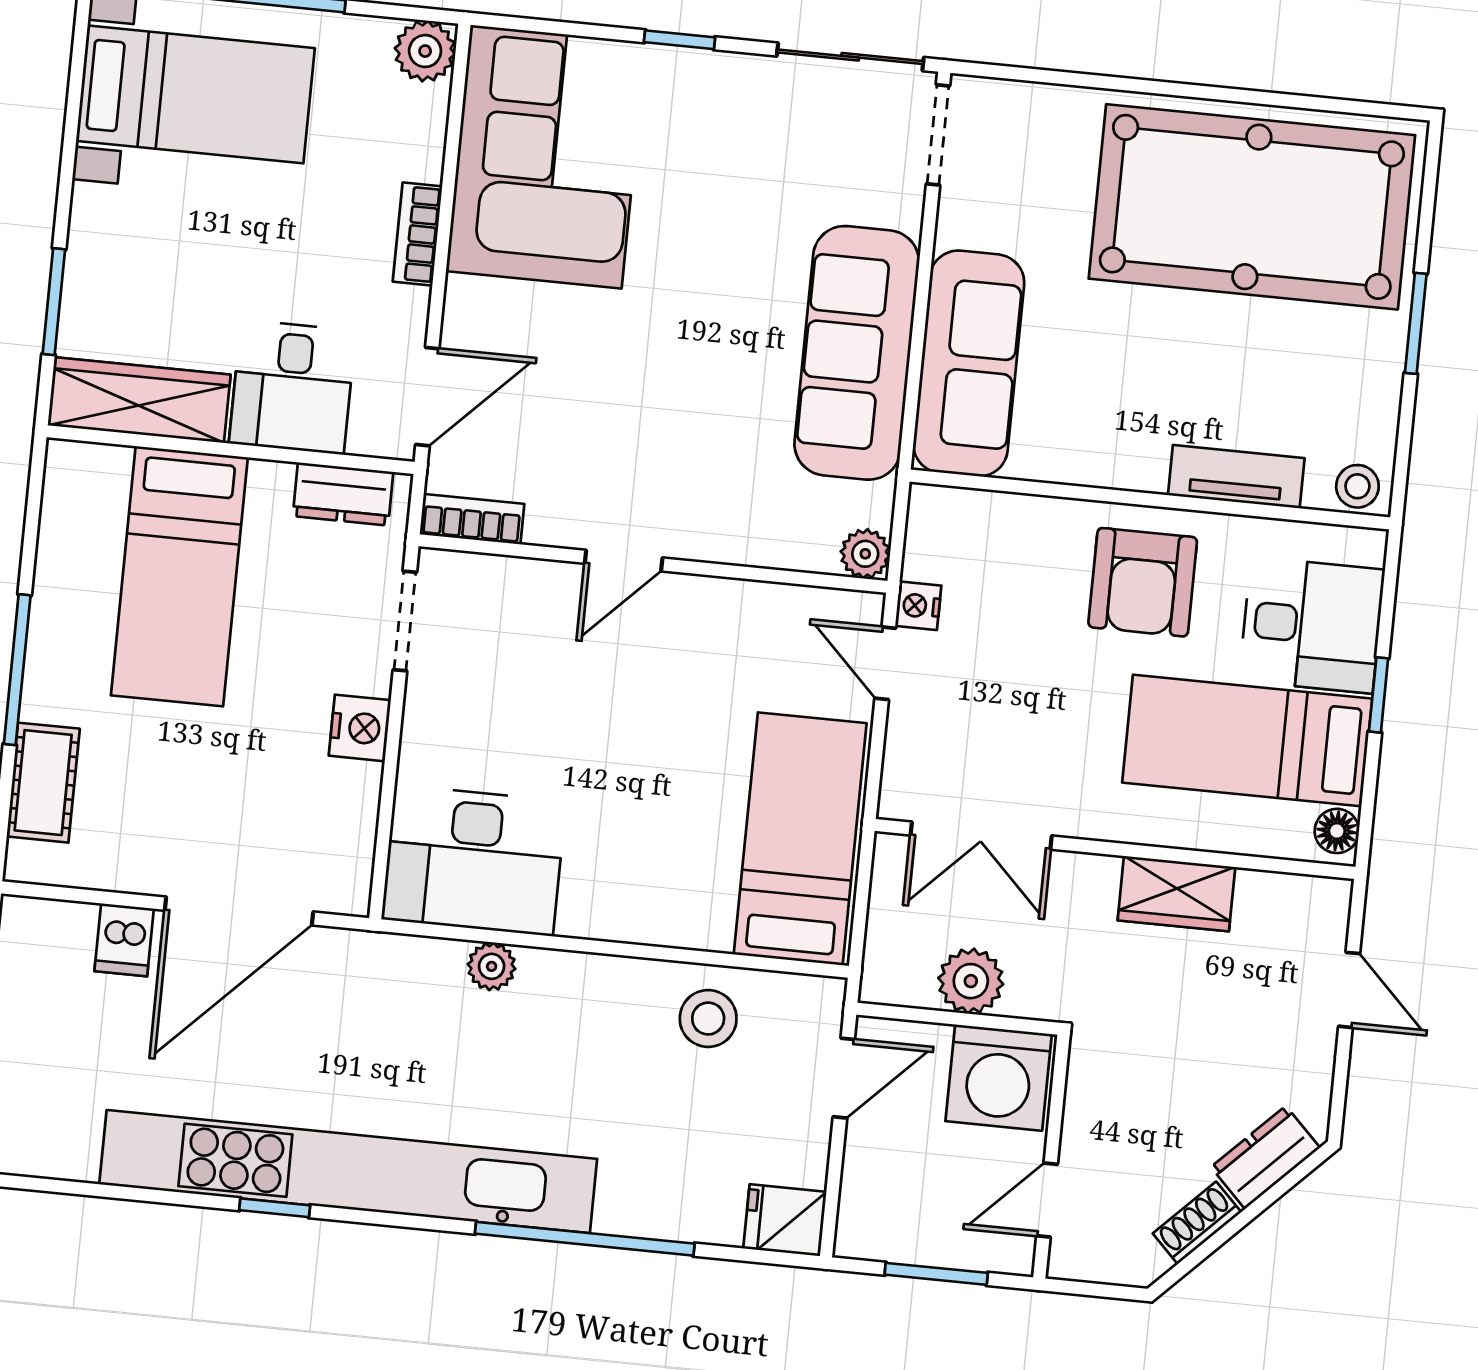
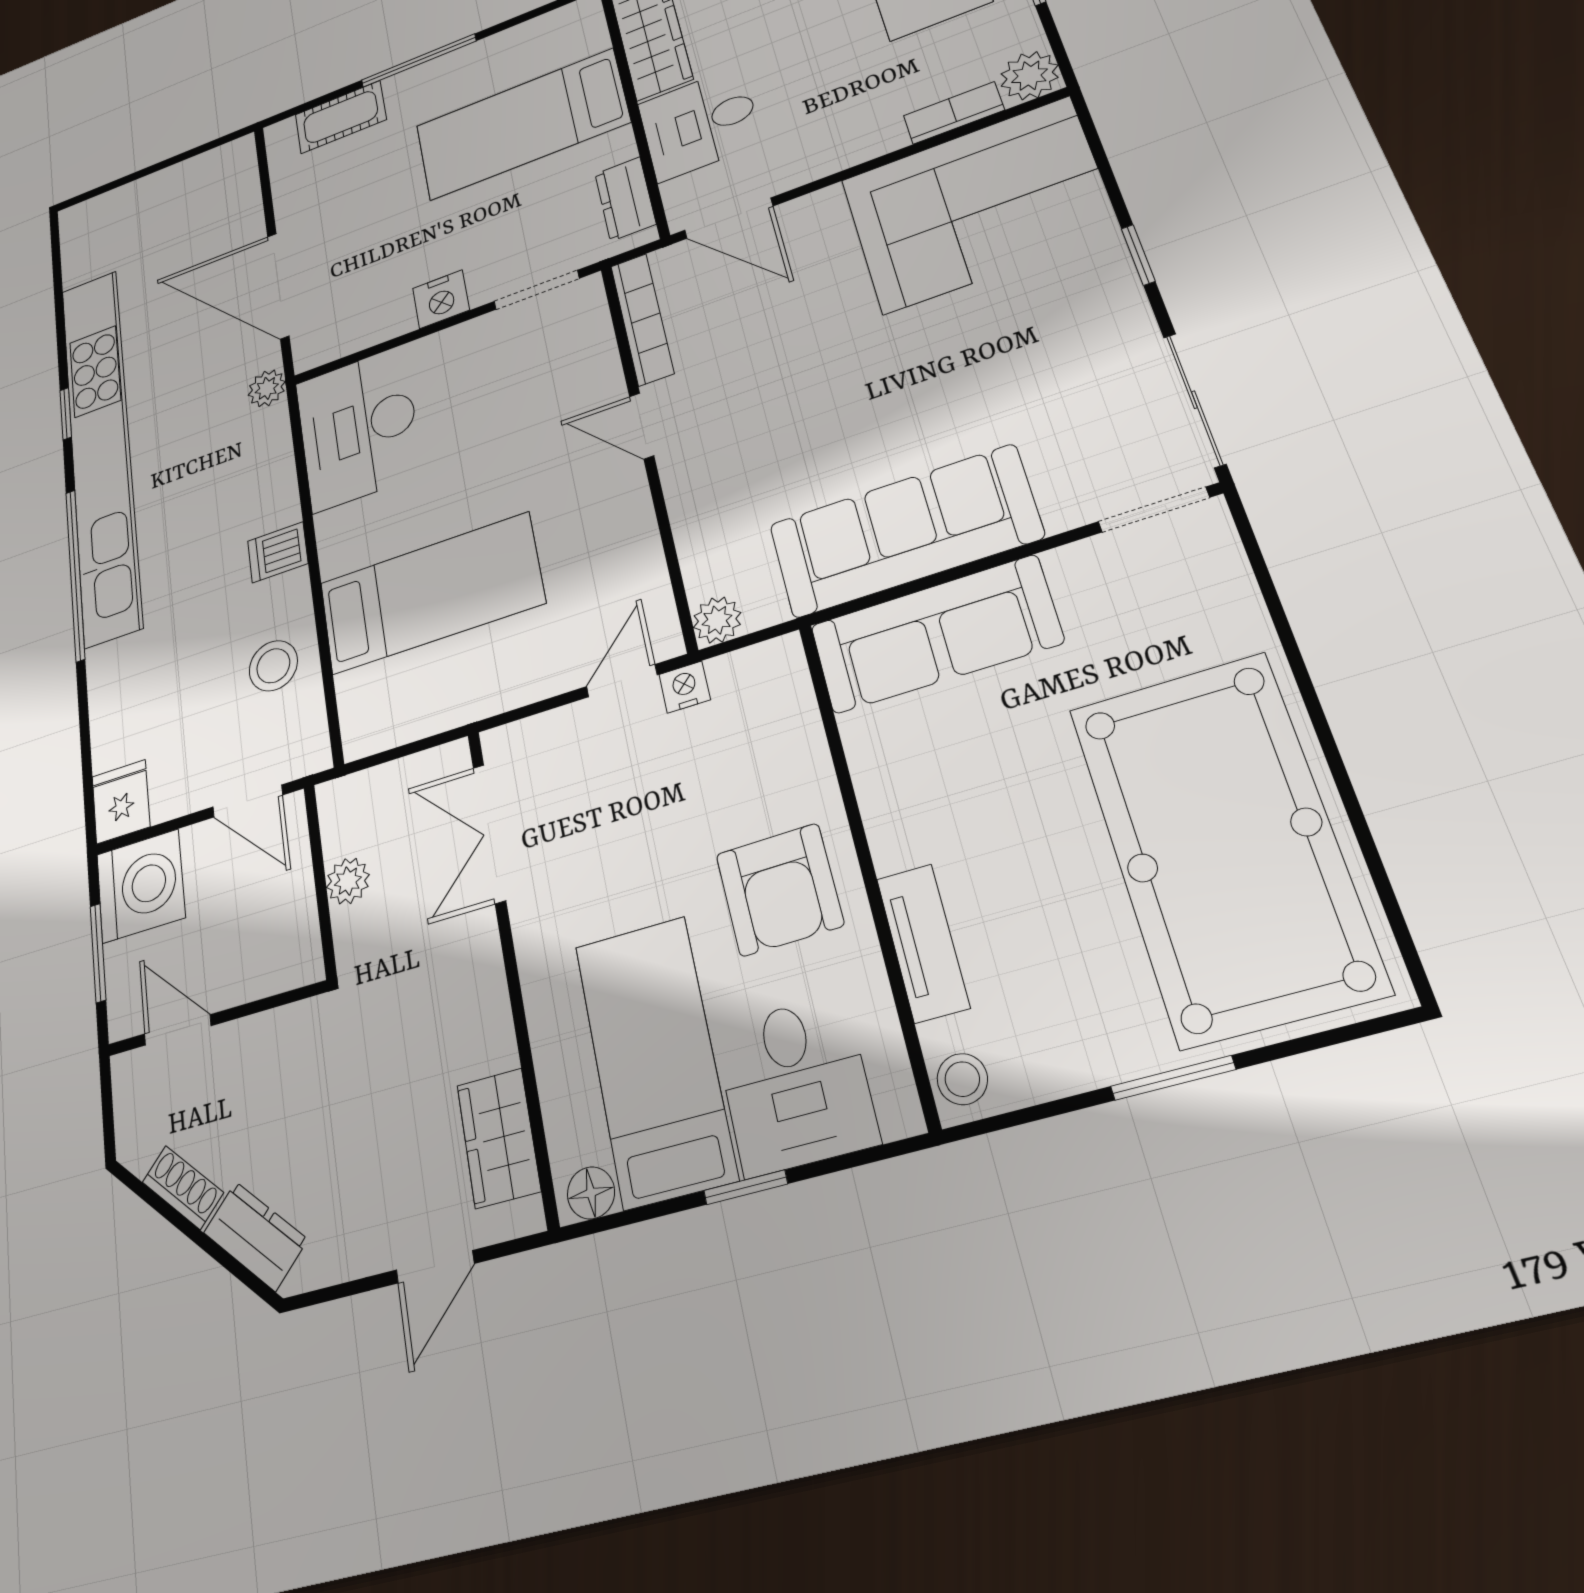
bookcase: (417, 234) -> (954, 113), moved
bookcase: (472, 519) -> (642, 319), width x1.56
armchair: (1143, 582) -> (779, 890), turned -91
bed: (800, 839) -> (431, 593), moved
wardrobe: (1176, 894) -> (499, 1138), moved
dishwasher: (124, 940) -> (278, 552), moved
plant: (492, 966) -> (267, 388), moved
plant: (971, 981) -> (348, 881), width x0.73, depth x0.73
washing machine: (999, 1078) -> (141, 886), moved, turned 180
window: (585, 1239) -> (75, 574), moved

